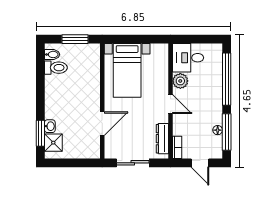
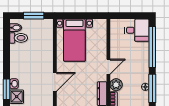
desk: (188, 58) -> (137, 30), moved, turned 180
plant: (180, 81) -> (116, 85), moved
door: (170, 104) -> (108, 67), hinge flipped

